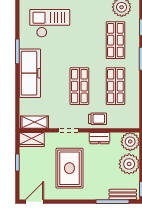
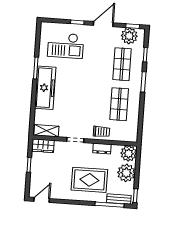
checkout: (50, 23) -> (66, 45), turned 180
shop shelf: (79, 86) -> (88, 102), removed
rug: (69, 168) -> (89, 180), moved, turned 90

